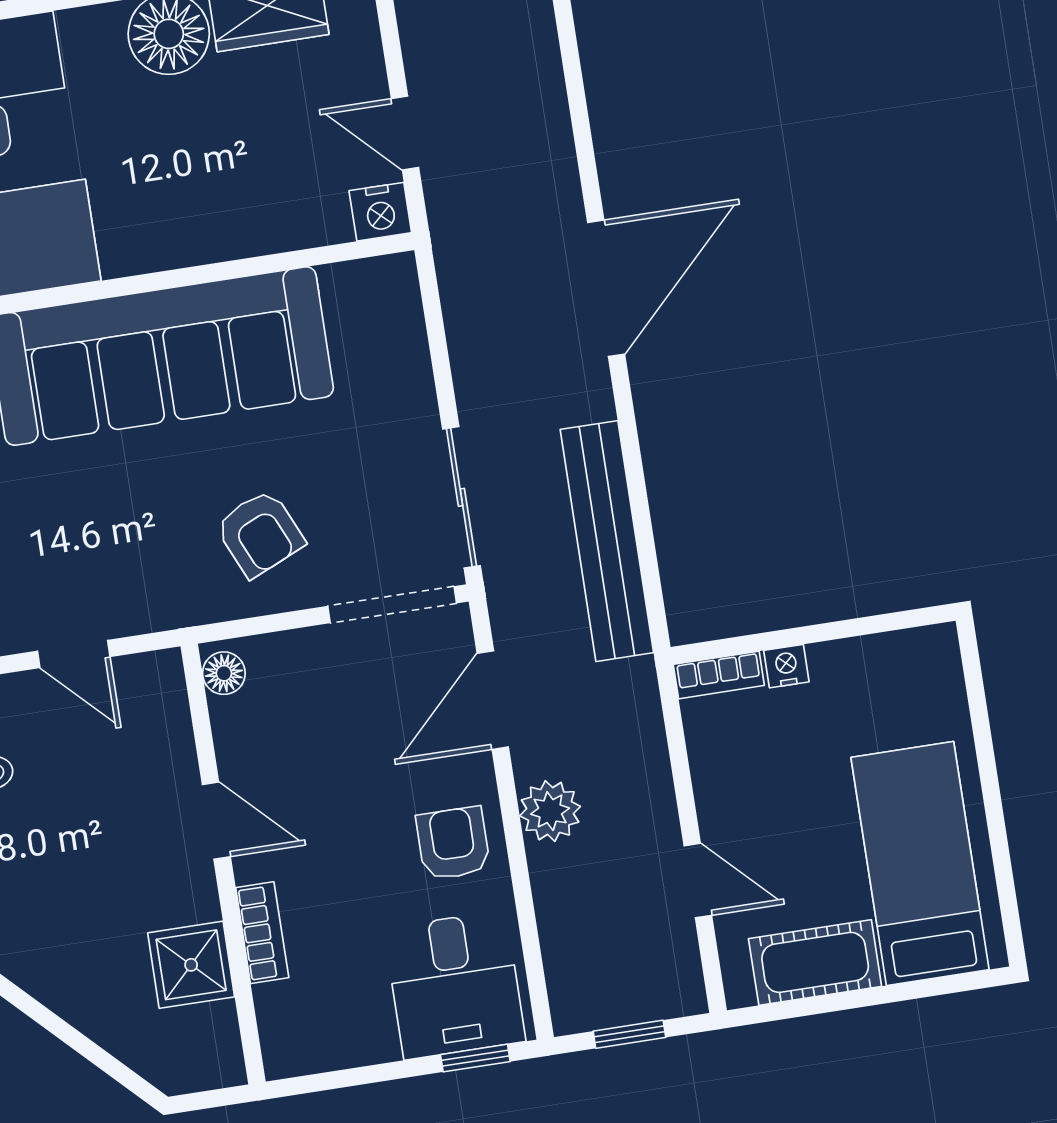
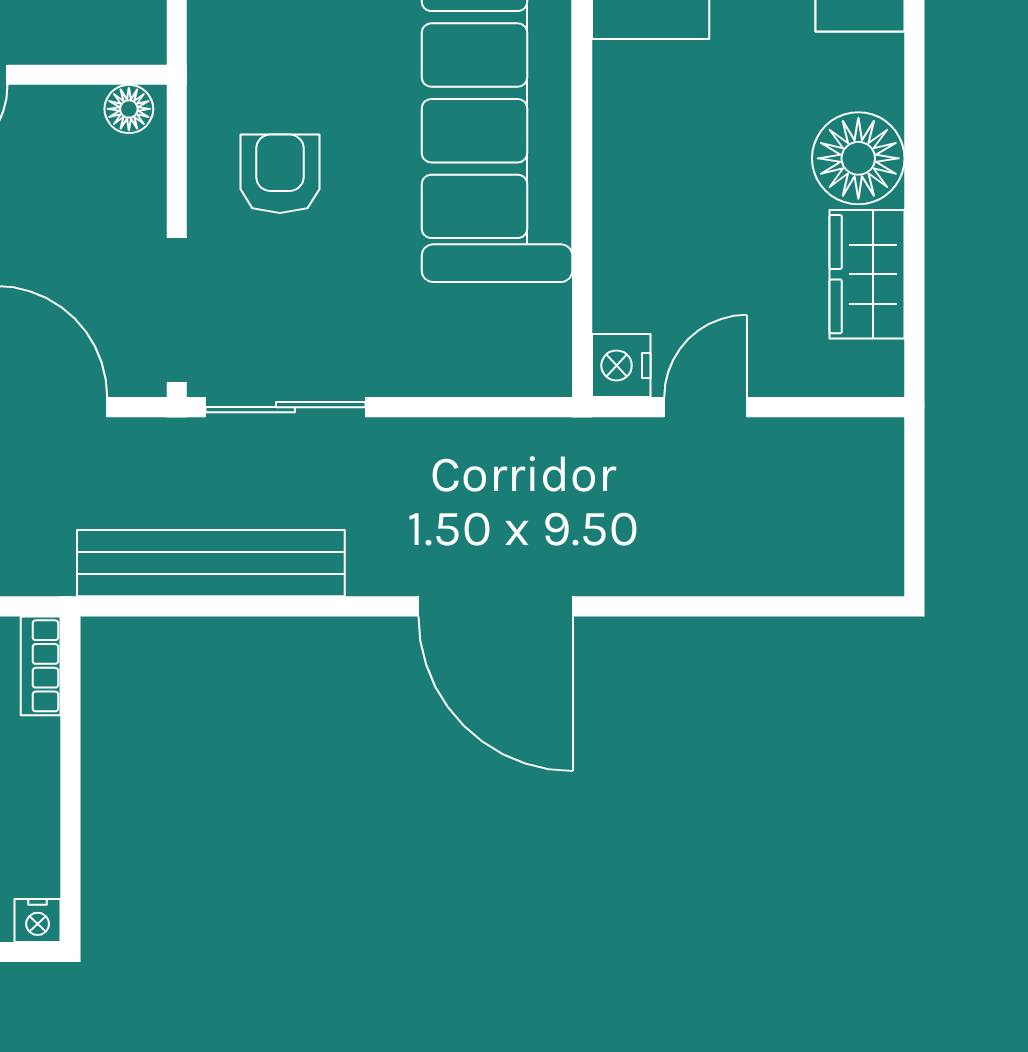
armchair: (260, 533) -> (280, 174), turned 114
nightstand: (786, 666) -> (38, 920), moved, turned 90

